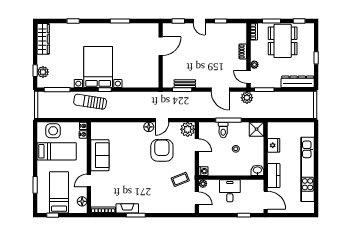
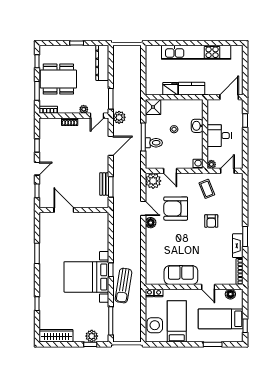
door: (197, 145) -> (170, 171), swing flipped
washbasin: (257, 170) -> (197, 126), moved
kitchen counter: (274, 176) -> (192, 89), moved
armchair: (150, 183) -> (211, 221), added

